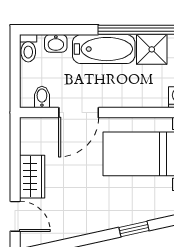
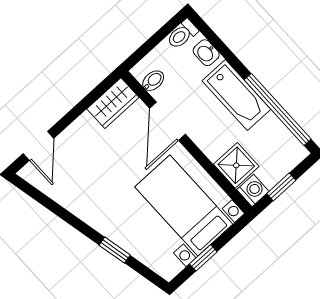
shower: (152, 49) -> (236, 165), moved
door: (79, 113) -> (167, 121), hinge flipped
wardrobe: (32, 177) -> (113, 103), moved

